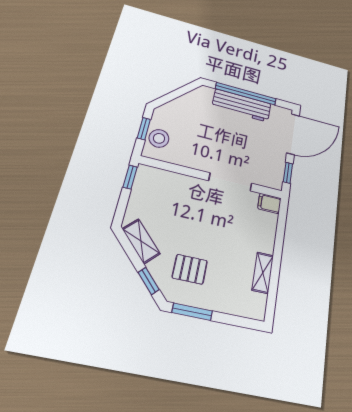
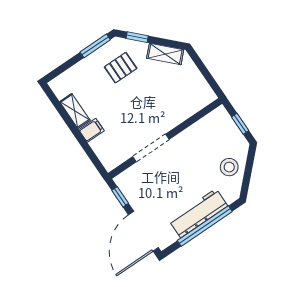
stool: (159, 138) -> (229, 167), moved
window: (130, 177) -> (213, 84), removed
filing cabinet: (269, 203) -> (91, 130), moved

